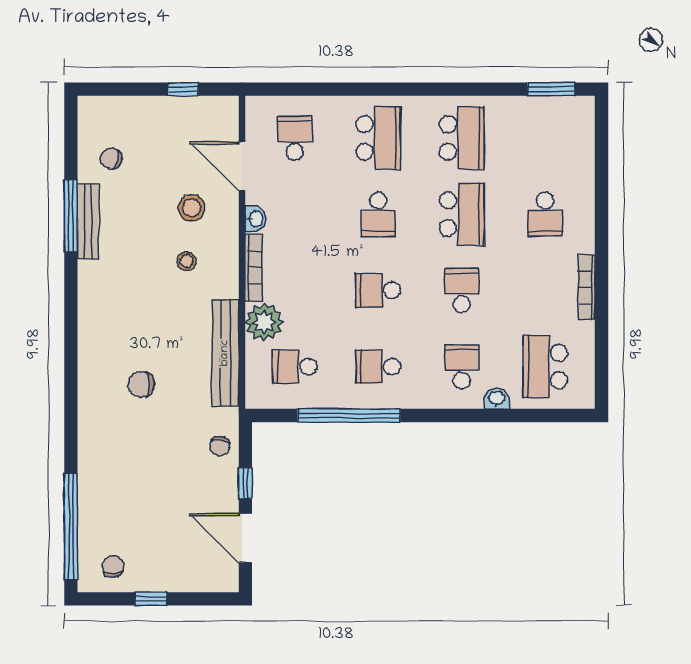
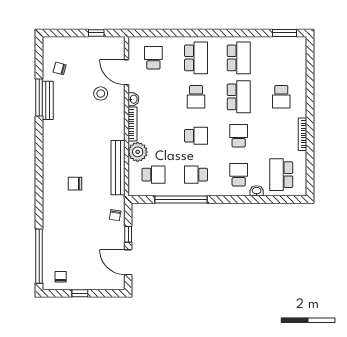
stool: (187, 261) -> (98, 121), removed
school desk: (378, 290) -> (196, 136), turned 180
school desk: (295, 367) -> (153, 175), turned 180

